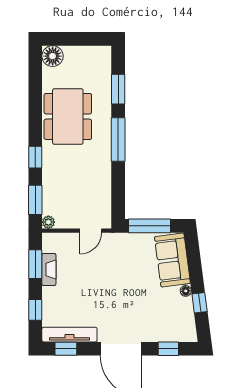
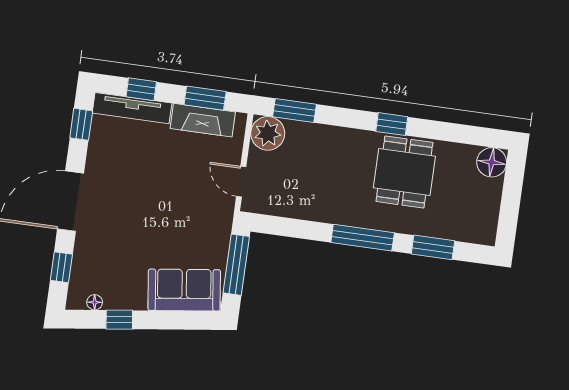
dining table: (68, 117) -> (404, 172), width x0.73
window: (35, 157) -> (392, 124), moved
plant: (48, 222) -> (268, 133), width x1.88, depth x1.88
fireplace: (49, 269) -> (203, 120), width x1.37, depth x1.32
floor lamp: (186, 291) -> (95, 302), moved
tv unit: (69, 335) -> (132, 108), moved, turned 90

